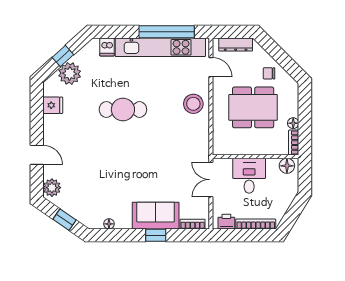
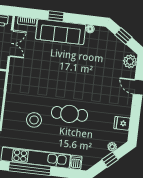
plant: (70, 74) -> (112, 147), width x0.53, depth x0.53
stool: (193, 104) -> (34, 120), moved
double door: (211, 180) -> (11, 43), moved
sofa: (156, 216) -> (61, 32), width x1.36

